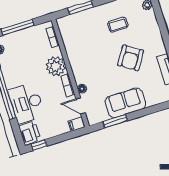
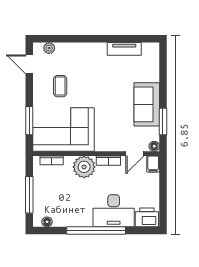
corner sofa: (82, 39) -> (64, 130), added
armchair: (131, 58) -> (100, 84), removed
floor lamp: (82, 89) -> (154, 146), moved
window: (39, 145) -> (163, 211), removed

